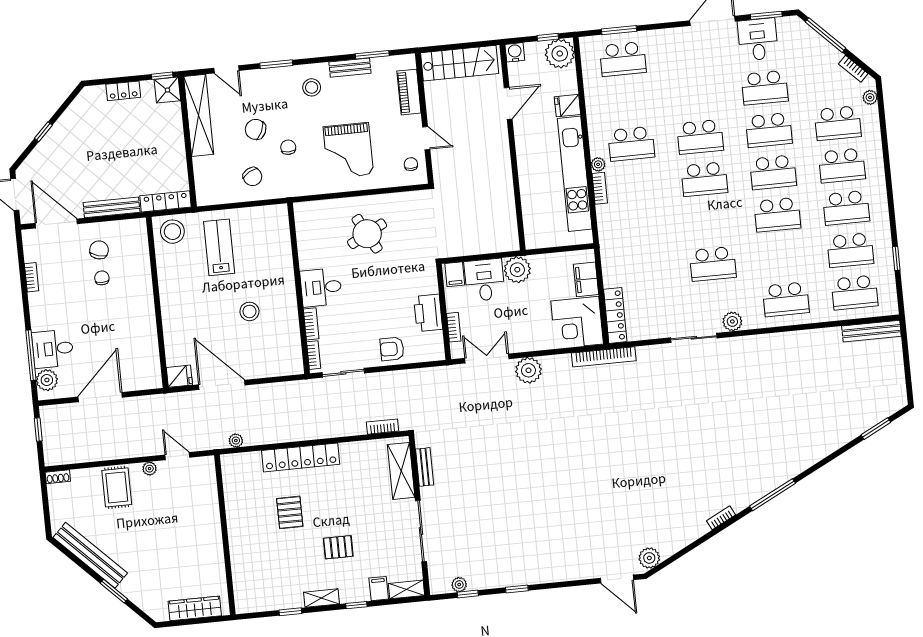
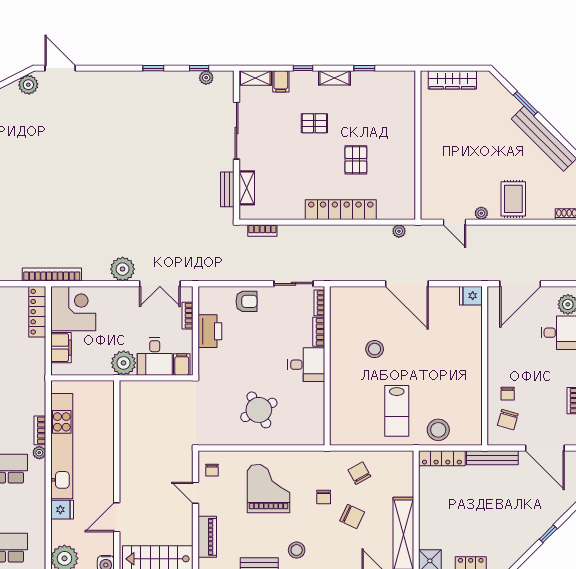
wall: (157, 302) -> (485, 366), moved
fridge: (179, 376) -> (471, 296), moved
shelving: (401, 471) -> (247, 188), width x0.67, depth x0.75

